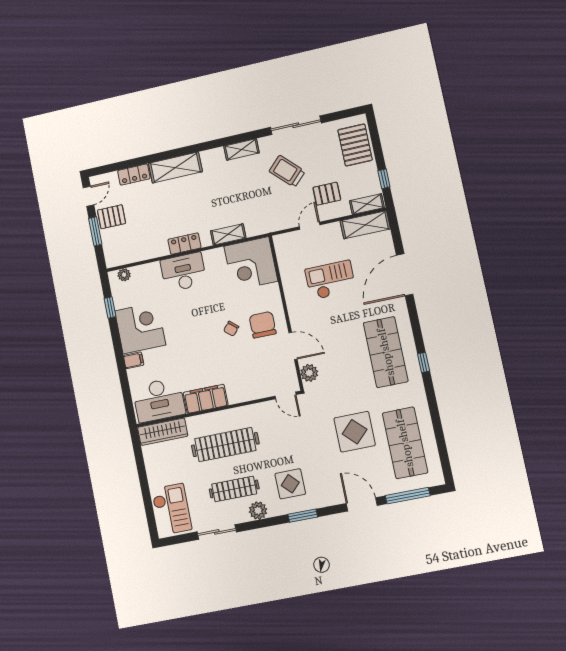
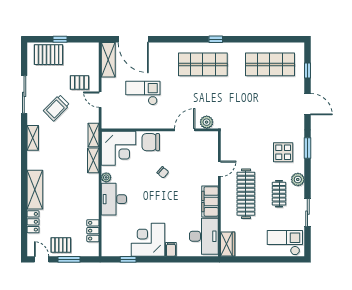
window: (384, 179) -> (60, 39), moved
pallet: (327, 194) -> (79, 82), turned 90
shelving: (367, 204) -> (94, 135), moved
pallet: (111, 217) -> (61, 245), turned 90
locker: (184, 244) -> (93, 231), moved
plant: (124, 275) -> (106, 177), moved
door: (405, 275) -> (133, 39), moved
checkout: (330, 280) -> (143, 93), turned 90
chair: (263, 325) -> (151, 142), moved
door: (286, 395) -> (219, 169), moved
wardrobe: (163, 432) -> (228, 244), width x0.67
display table: (355, 432) -> (255, 98), removed
clothes rail: (234, 489) -> (279, 194), width x0.73
window: (408, 496) -> (307, 70), width x0.46
door: (362, 504) -> (307, 104), swing flipped

